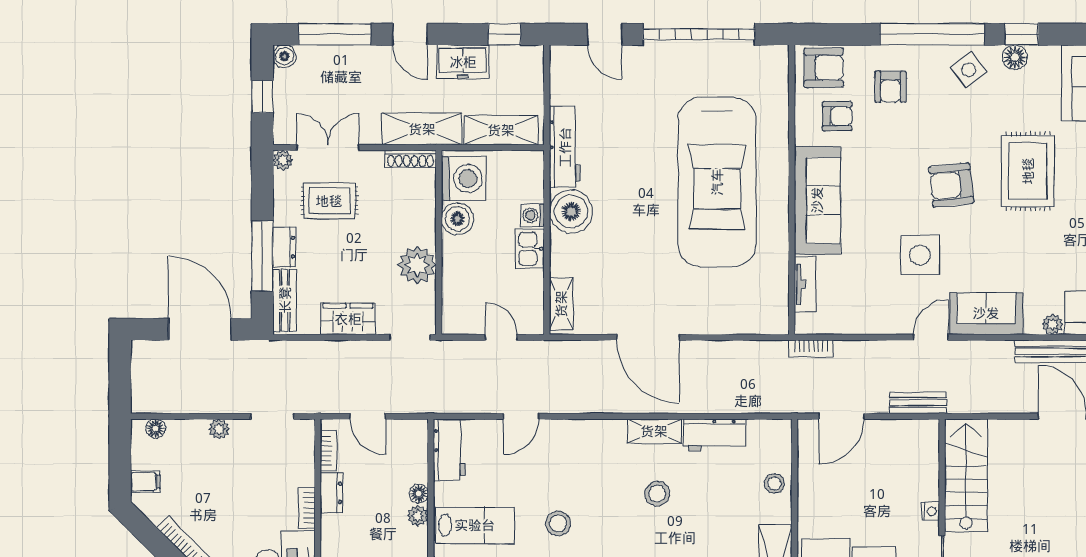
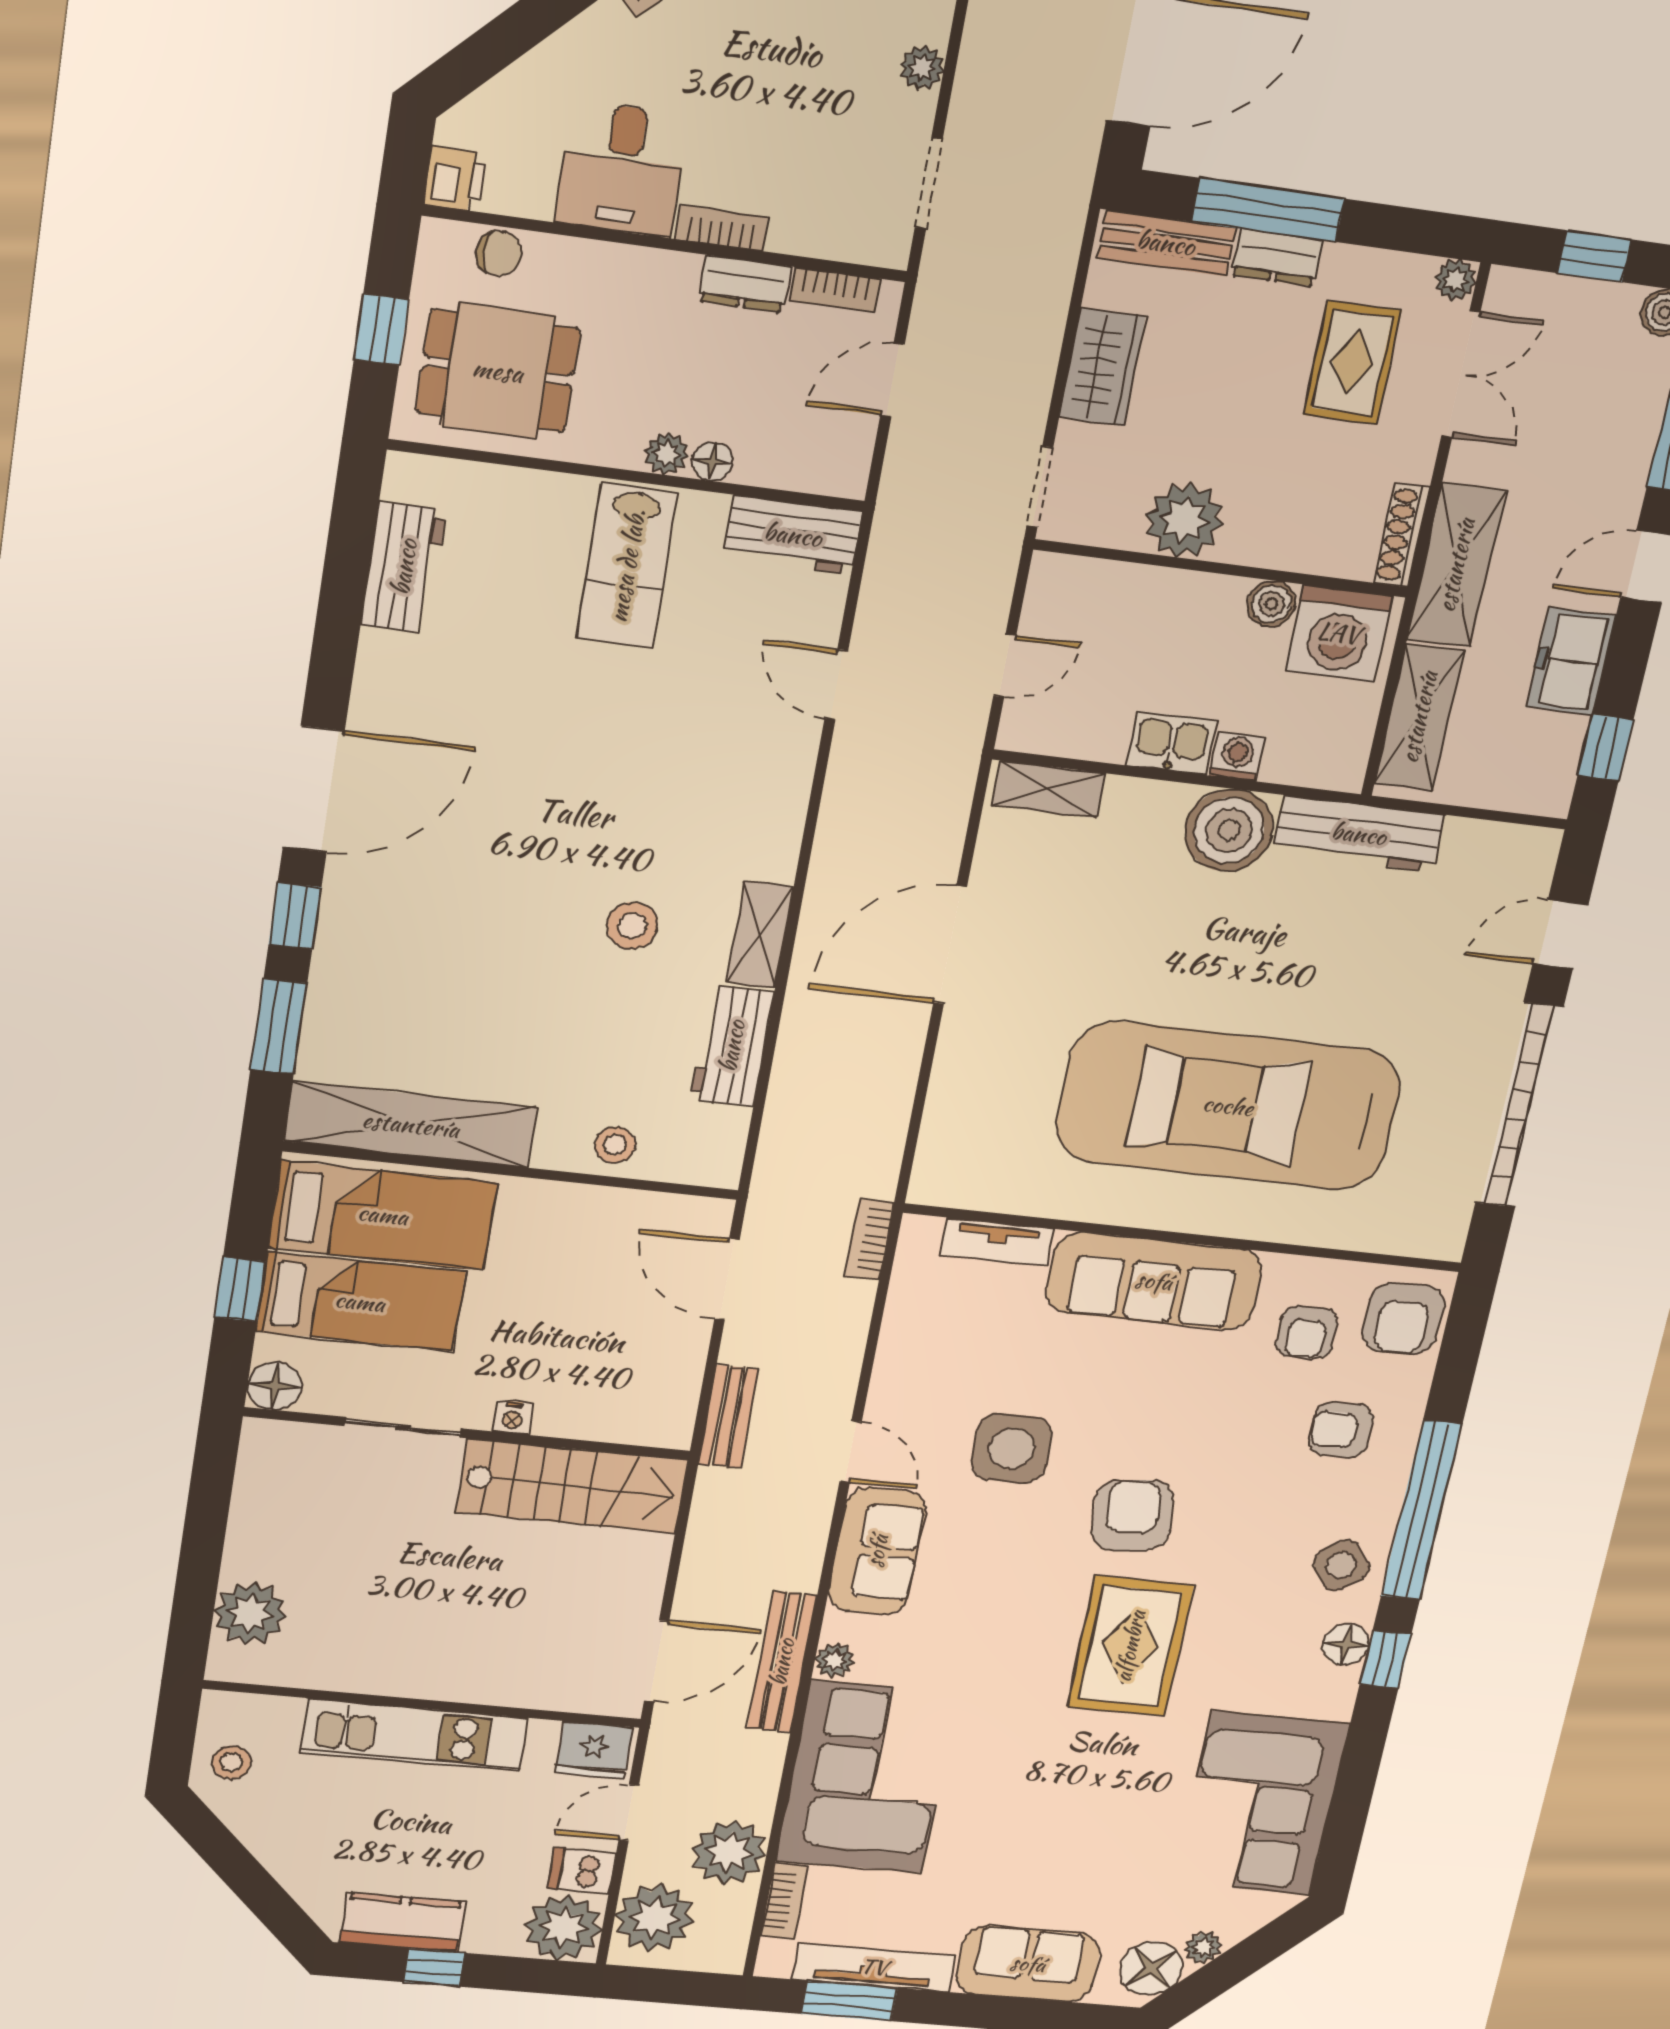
rug: (1028, 171) -> (1130, 1646), turned 90
boiler: (457, 219) -> (1271, 604), width x0.73, depth x0.73
stool: (558, 523) -> (603, 729), removed

